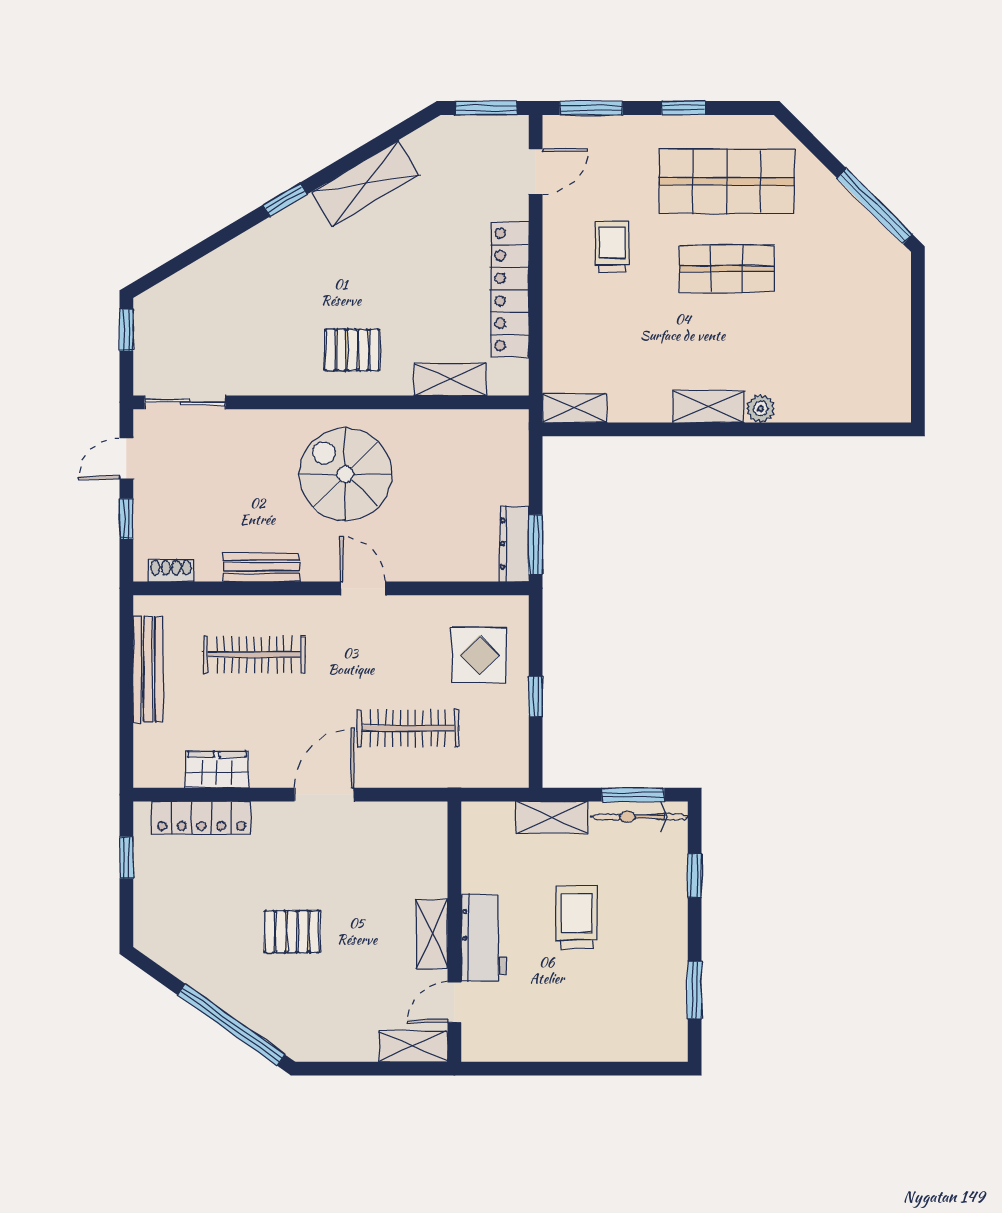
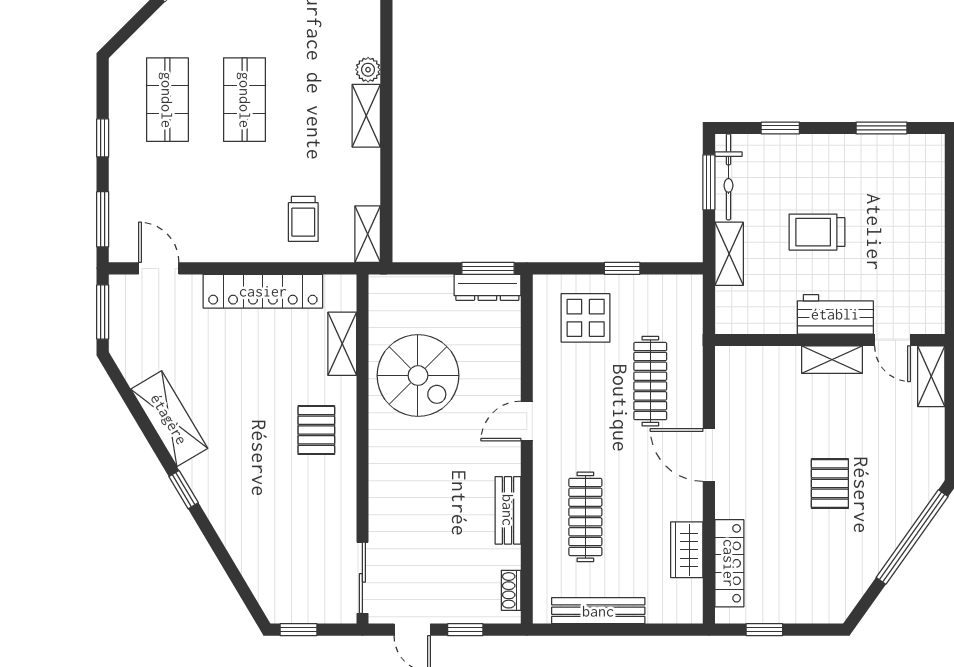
shop shelf: (727, 181) -> (167, 100), width x0.70, depth x0.74
trolley: (612, 246) -> (303, 219), moved, turned -90
spiral stairs: (345, 474) -> (418, 376), moved, turned -90

